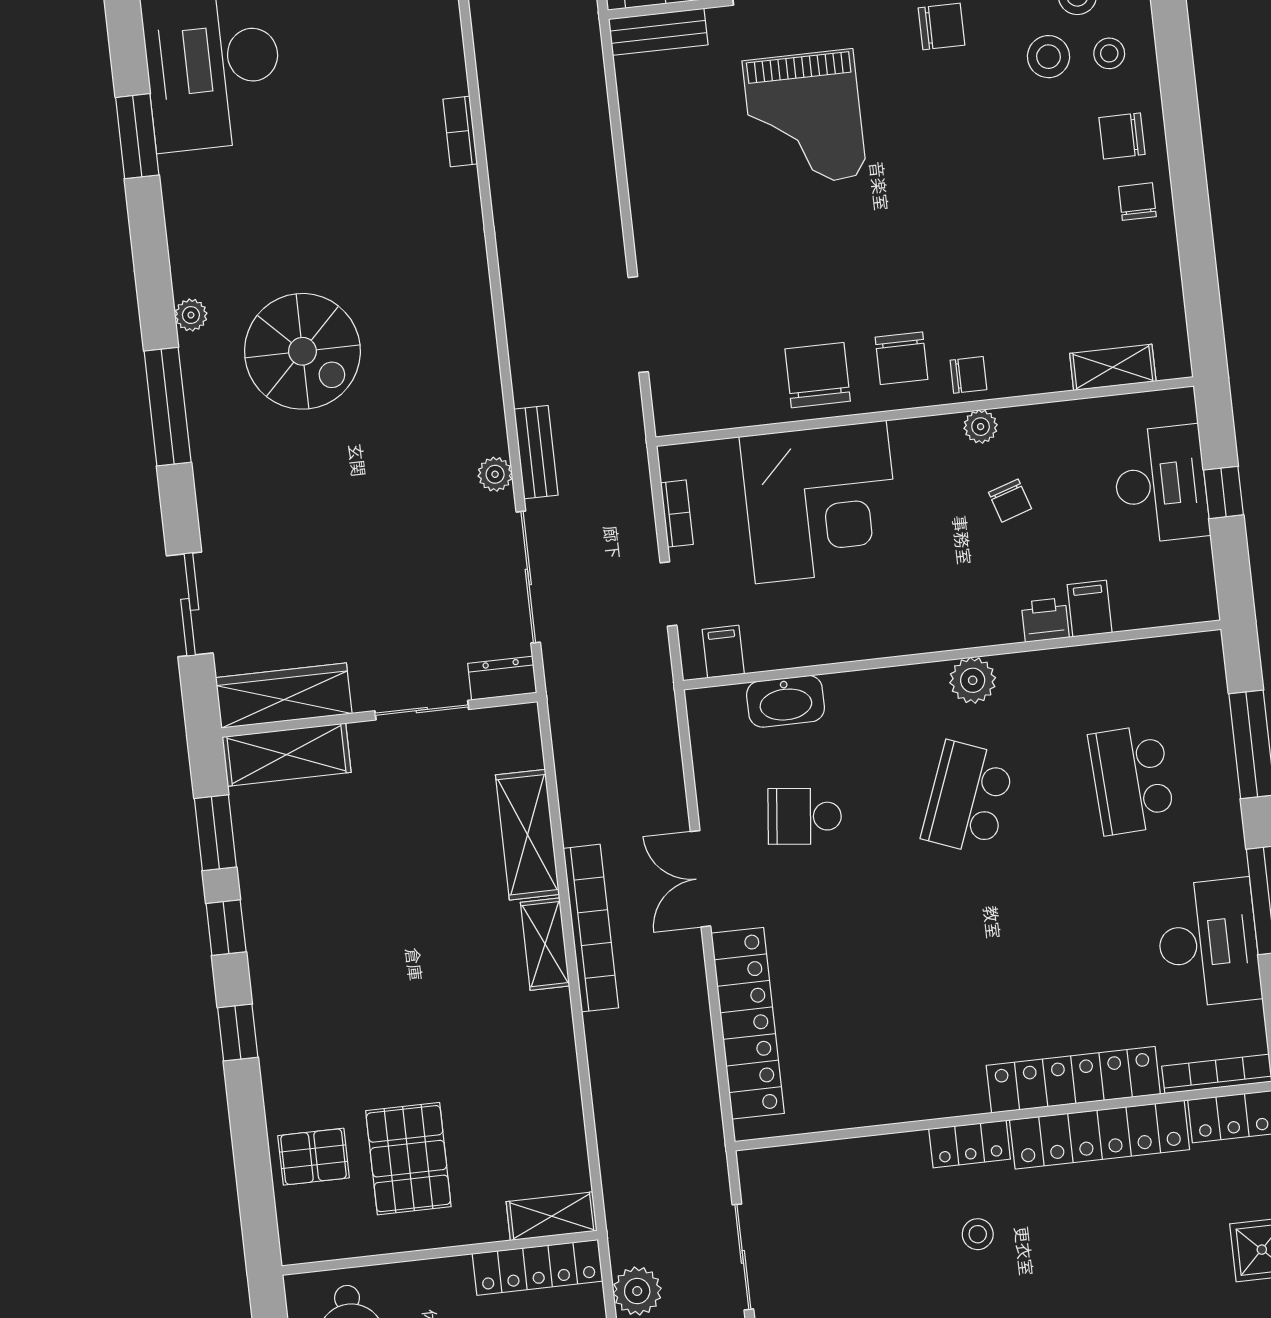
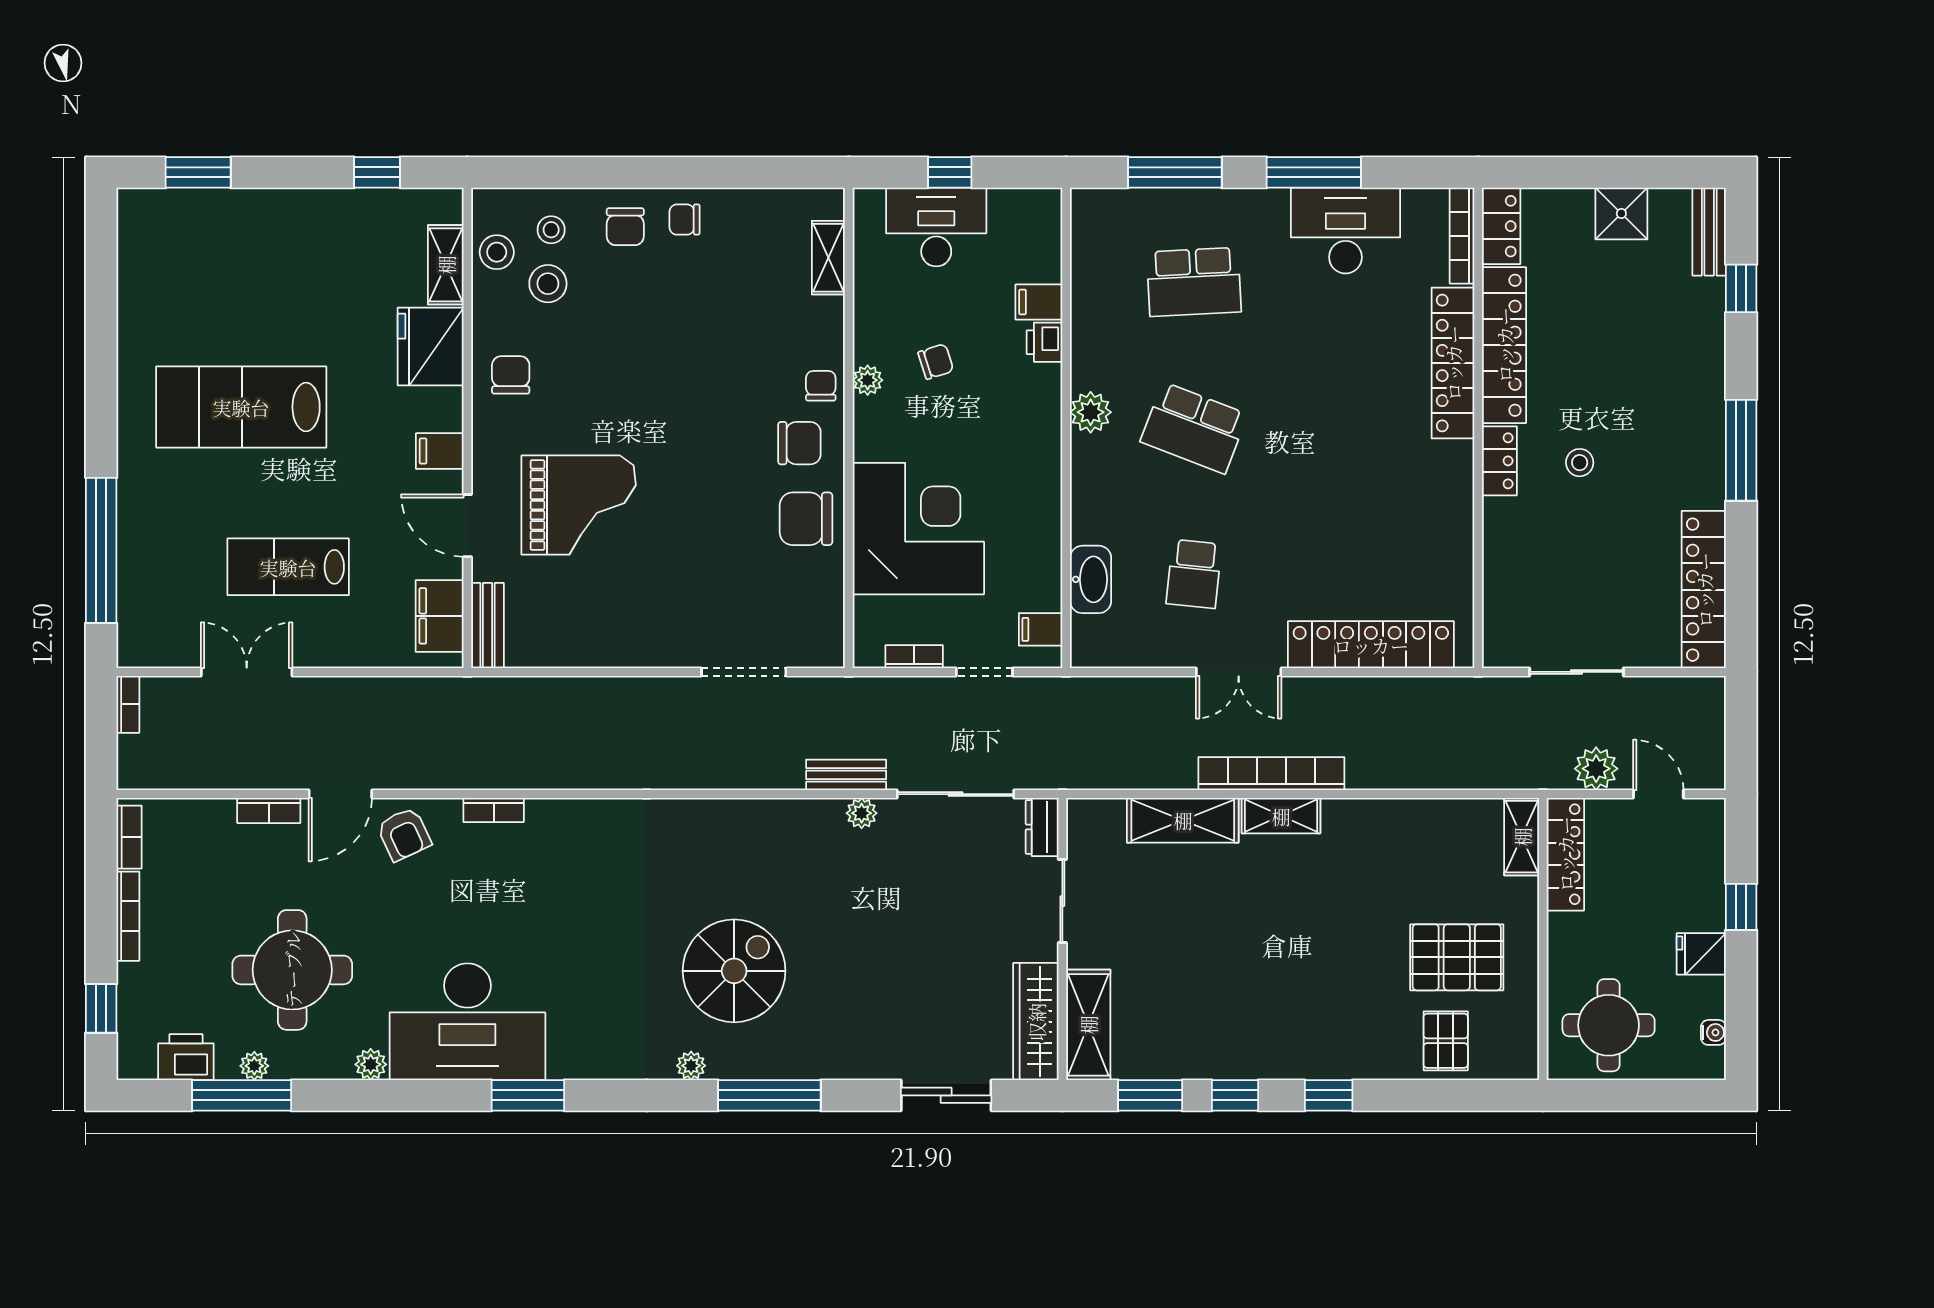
bookcase: (460, 131) -> (494, 810), moved

